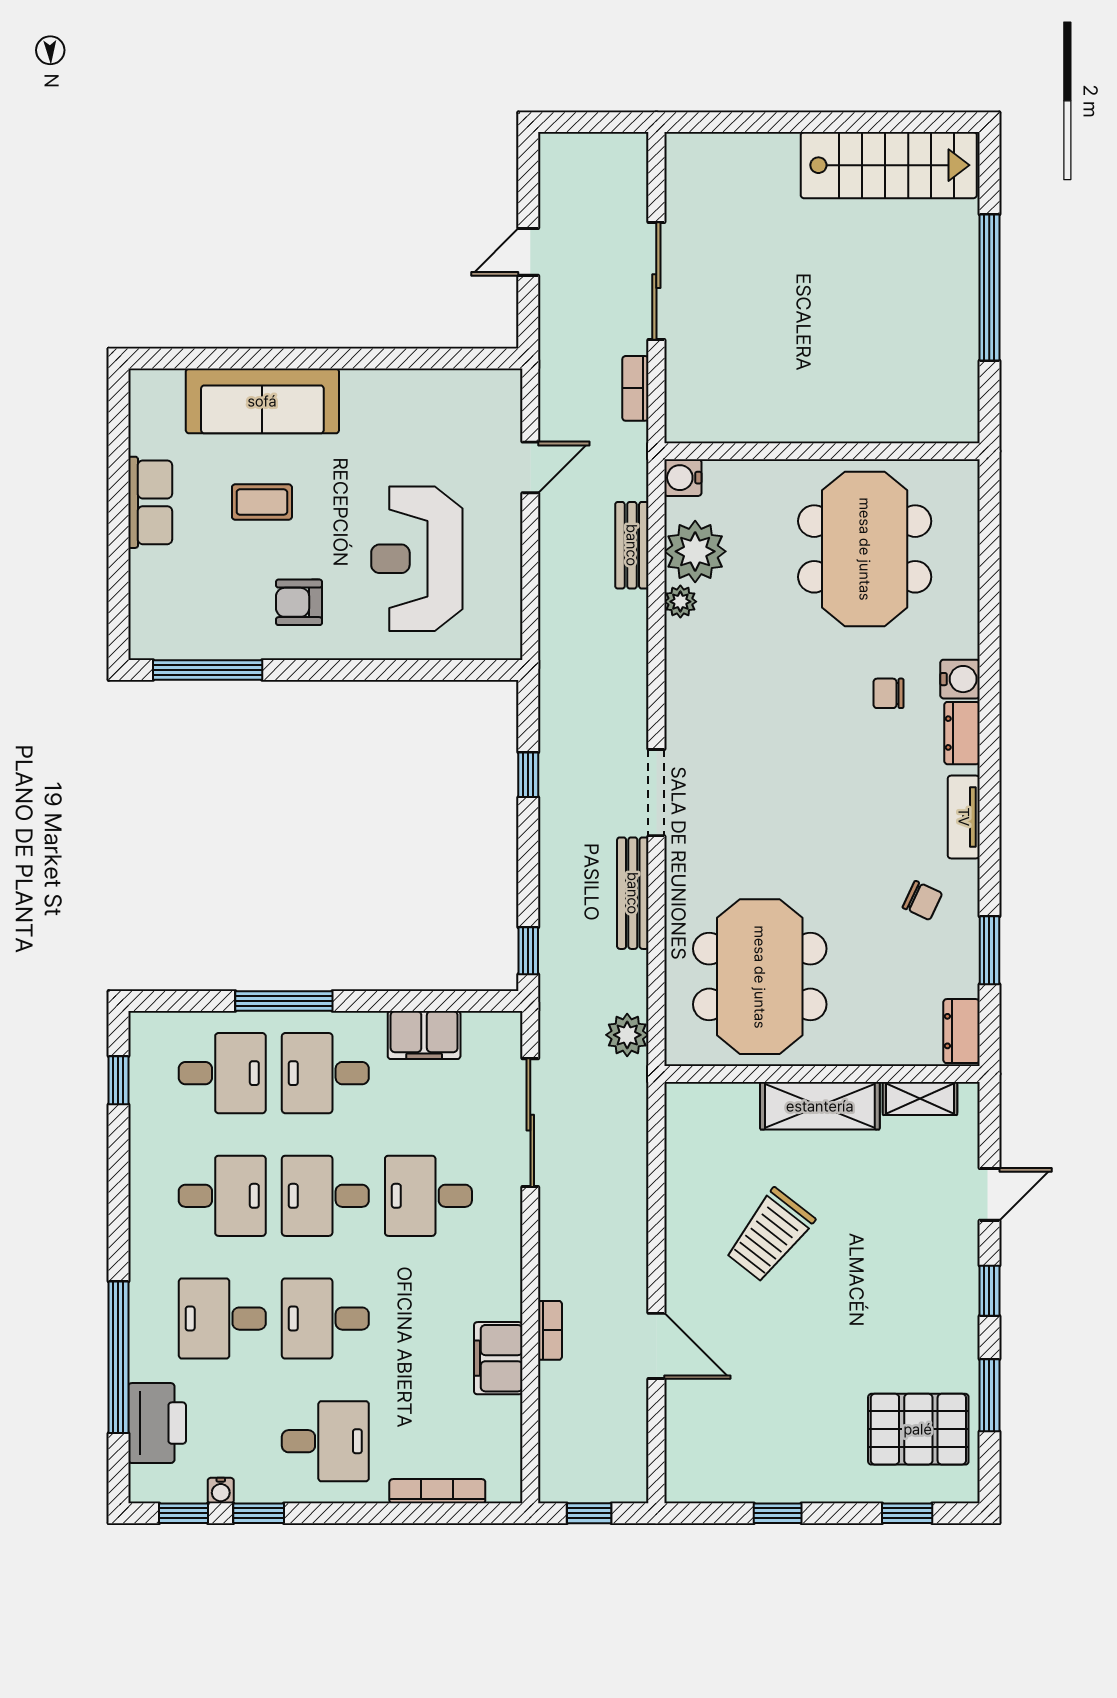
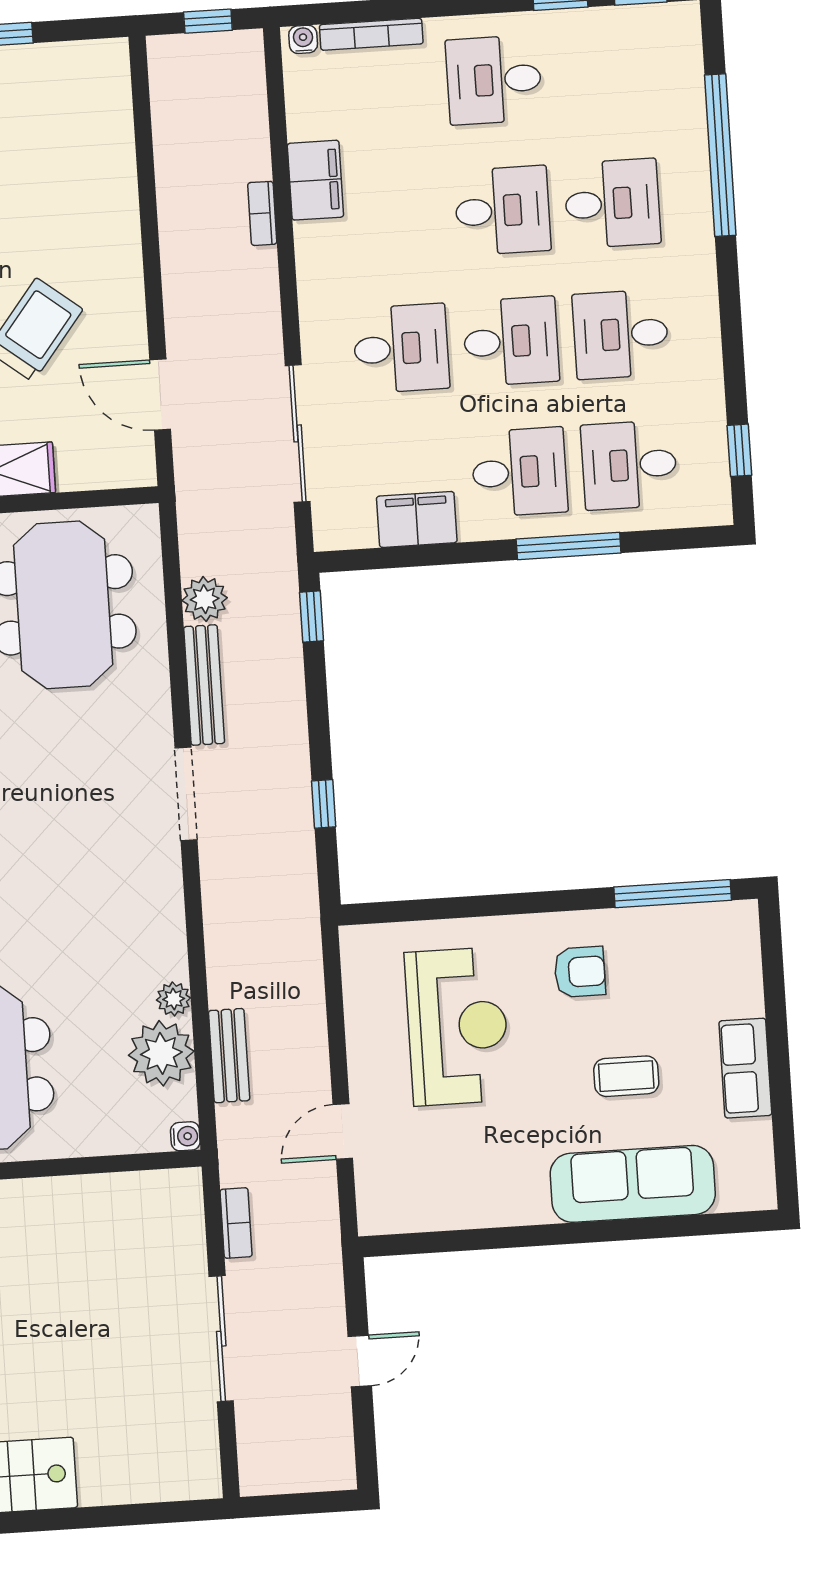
water cooler: (683, 478) -> (185, 1136), width x0.72, depth x0.72
plant: (627, 1035) -> (205, 599), moved
door: (656, 1346) -> (160, 395), moved
printer: (157, 1423) -> (675, 88), removed
water cooler: (221, 1491) -> (303, 39), moved

